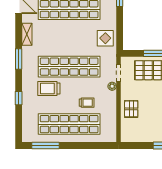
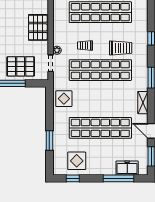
trolley: (87, 103) -> (85, 46), moved
pallet: (131, 109) -> (38, 27), width x1.50, depth x1.42

